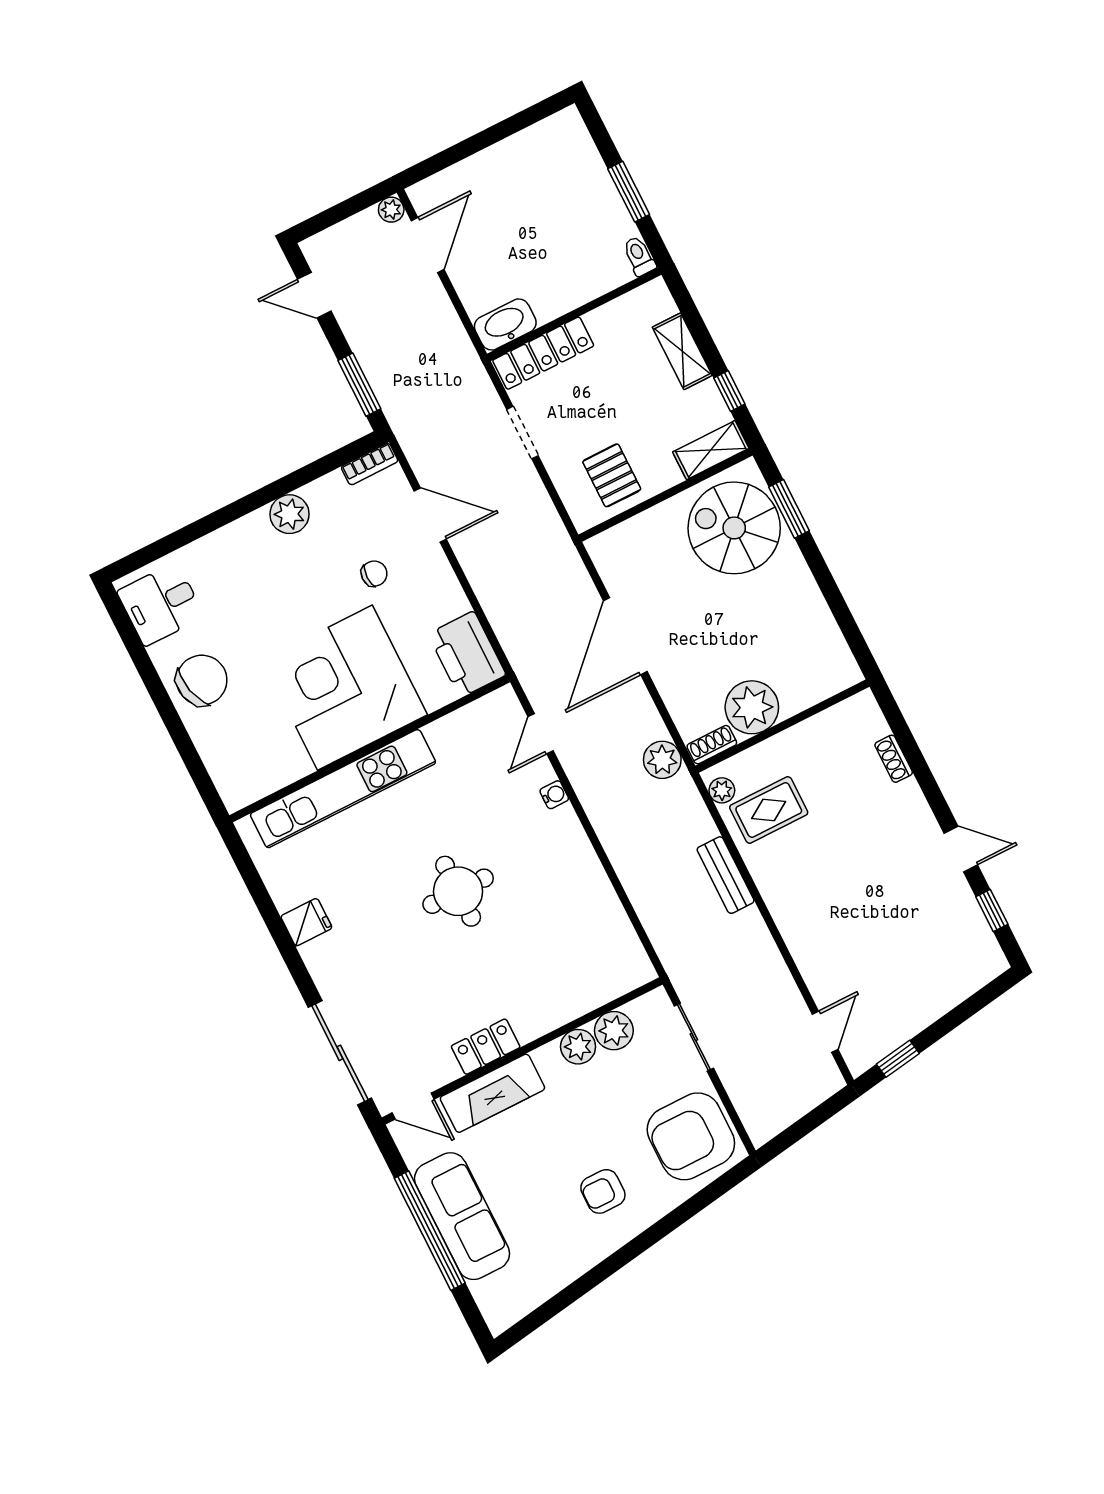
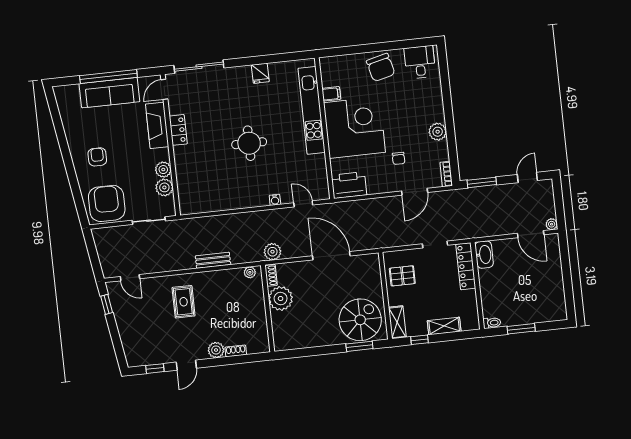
filing cabinet: (294, 761) -> (331, 94), added
plant: (907, 800) -> (216, 350), added
rug: (769, 810) -> (184, 302), moved

